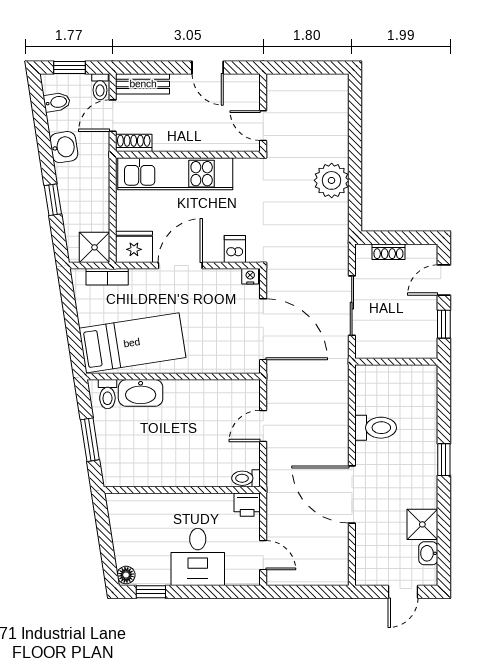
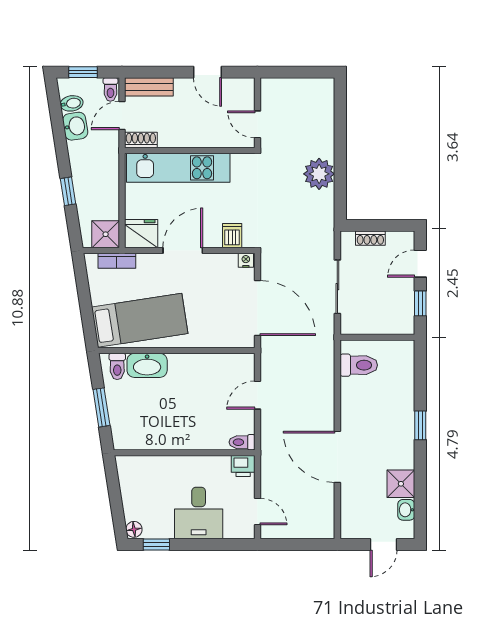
washbasin: (64, 147) -> (75, 126), moved
toilet: (376, 428) -> (359, 365), moved

